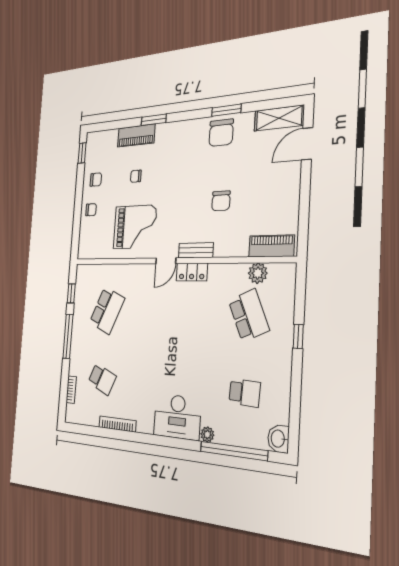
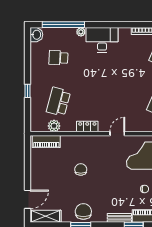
bench: (196, 250) -> (119, 218), moved
locker: (192, 272) -> (87, 127), moved
school desk: (249, 315) -> (58, 102), turned 39

